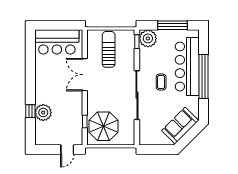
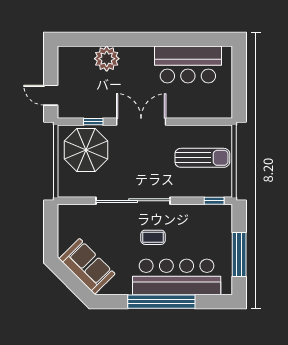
plant: (148, 38) -> (219, 217), removed
bar counter: (57, 42) -> (188, 65), moved, turned -90
double door: (85, 75) -> (141, 122), moved
window: (30, 111) -> (109, 39), removed

